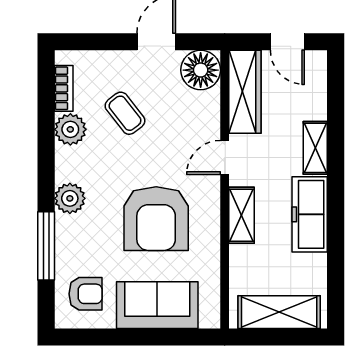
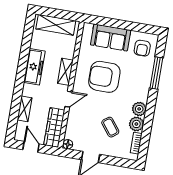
floor lamp: (201, 70) -> (68, 144), width x0.53, depth x0.53
shelving: (315, 148) -> (25, 109), moved
plant: (70, 198) -> (139, 109), moved
armchair: (156, 219) -> (104, 77), turned -90
armchair: (86, 294) -> (142, 48), turned -90

